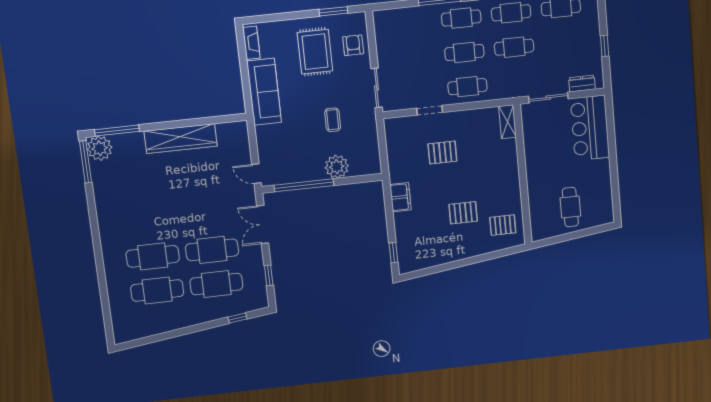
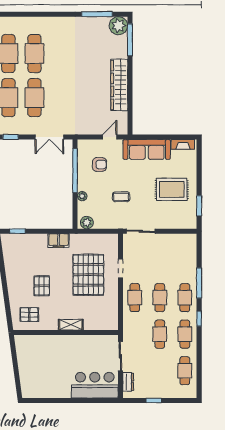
armchair: (353, 45) -> (99, 165), moved
shelving: (508, 122) -> (71, 325), moved
pallet: (442, 152) -> (88, 275), width x2.05, depth x2.00
window: (85, 162) -> (97, 14), moved
plant: (372, 162) -> (87, 223), added
plant: (337, 167) -> (82, 196), width x0.53, depth x0.53
door: (257, 174) -> (110, 137), moved
cafe table: (570, 207) -> (37, 366), removed
double door: (263, 224) -> (49, 137), swing flipped
pallet: (503, 225) -> (29, 315), turned 90

